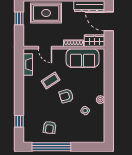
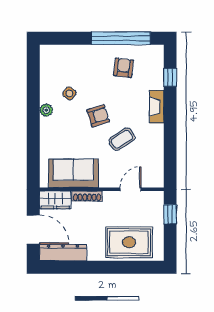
window: (19, 18) -> (170, 214), moved
door: (45, 48) -> (131, 189), hinge flipped
fireplace: (28, 64) -> (157, 107), moved

